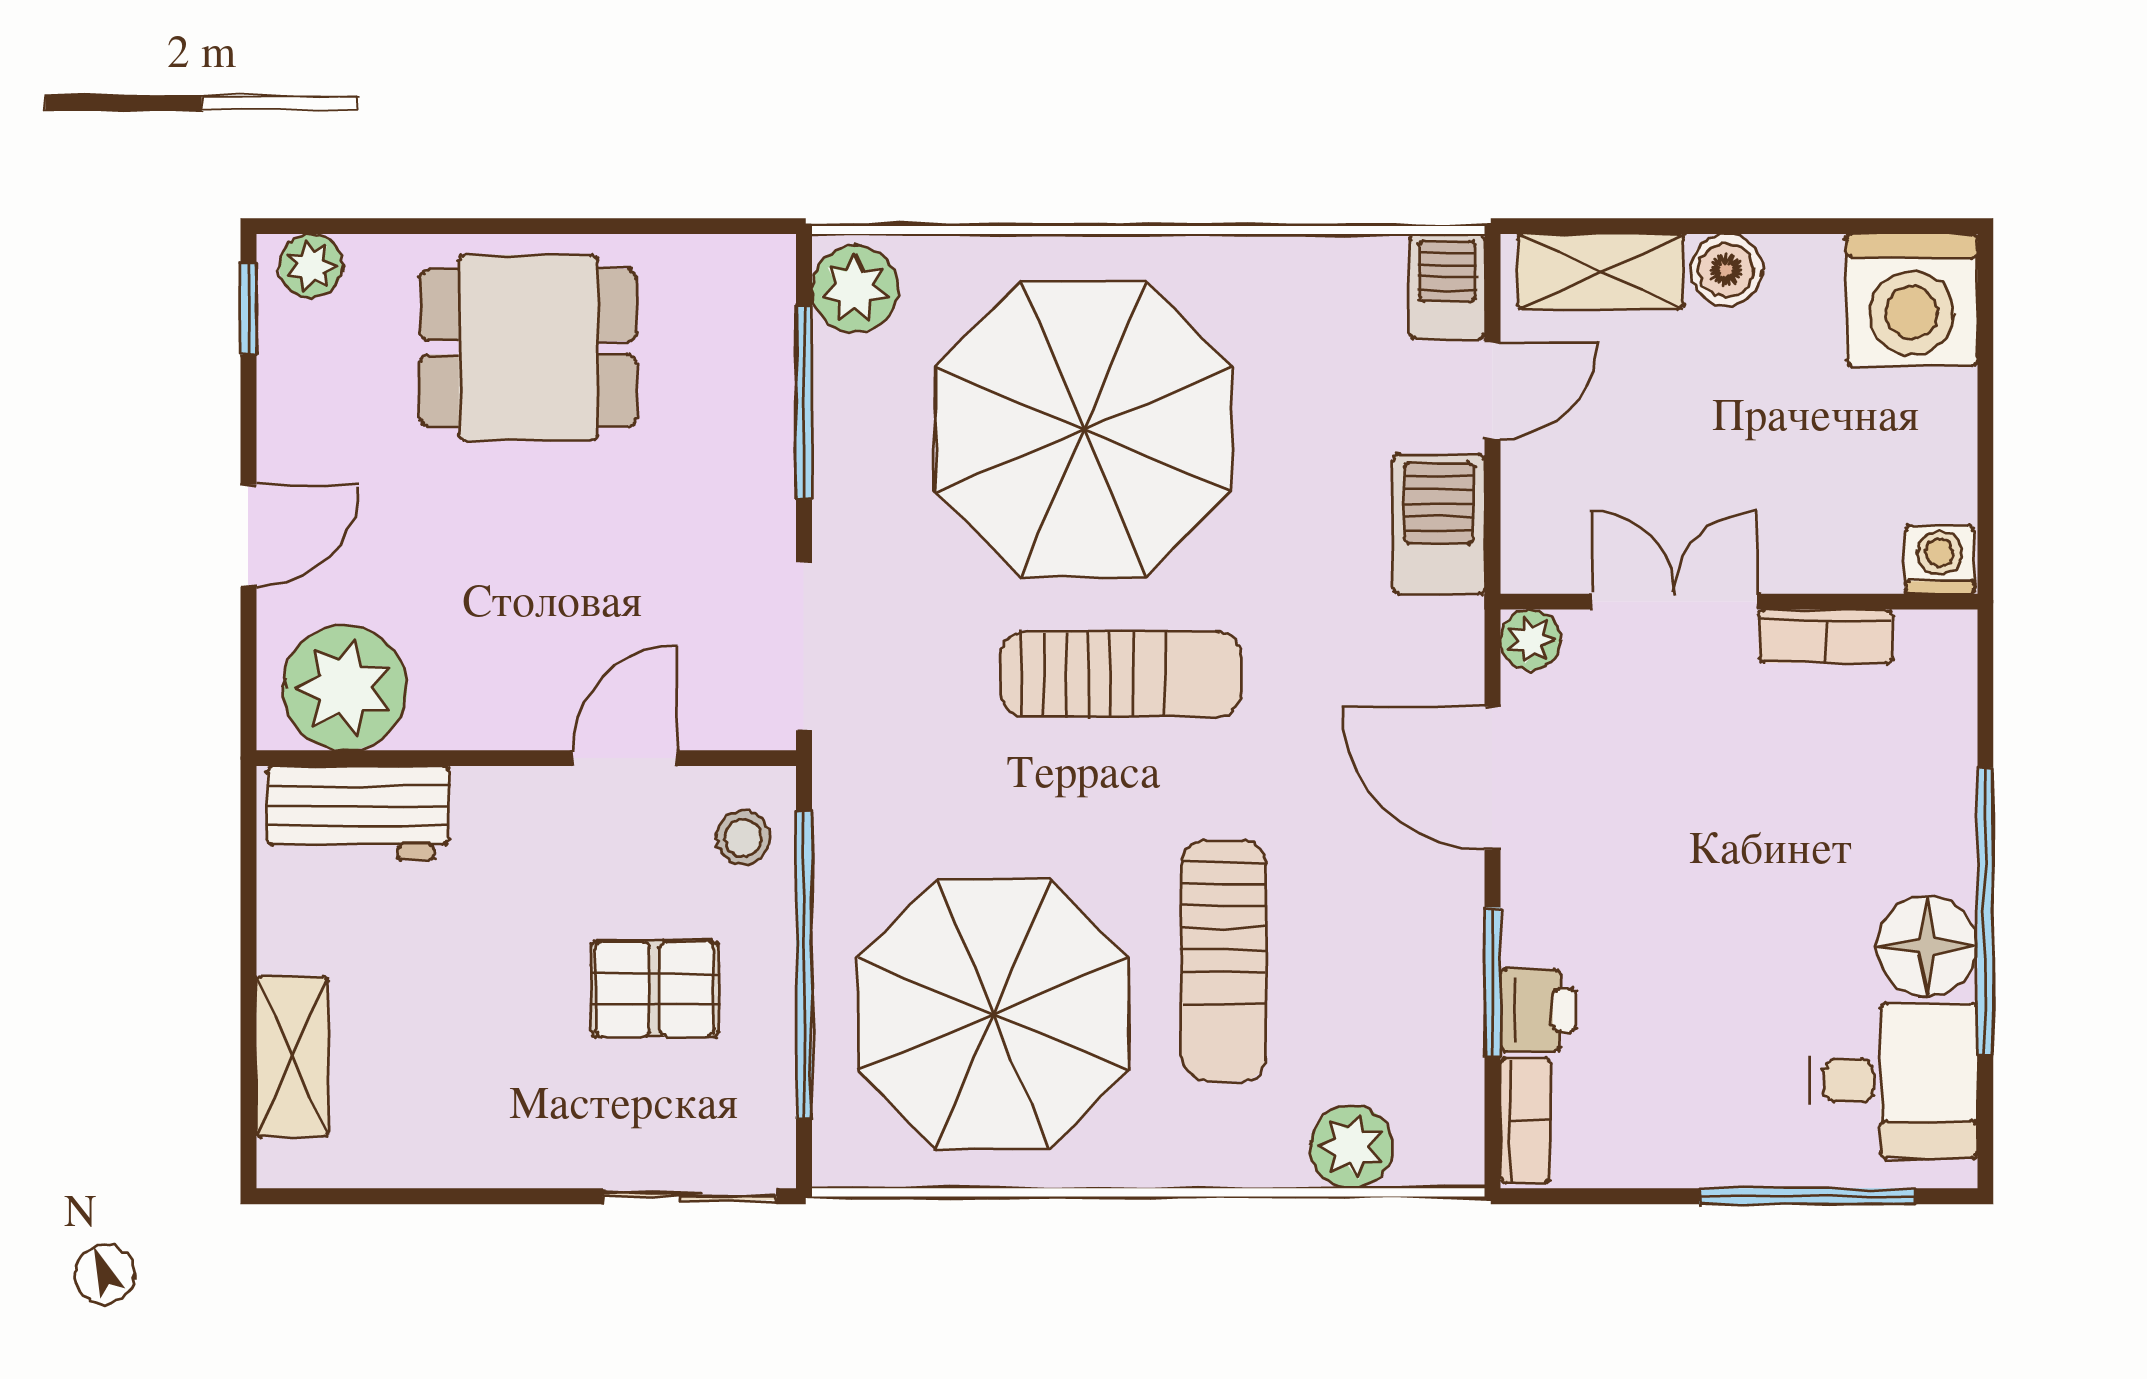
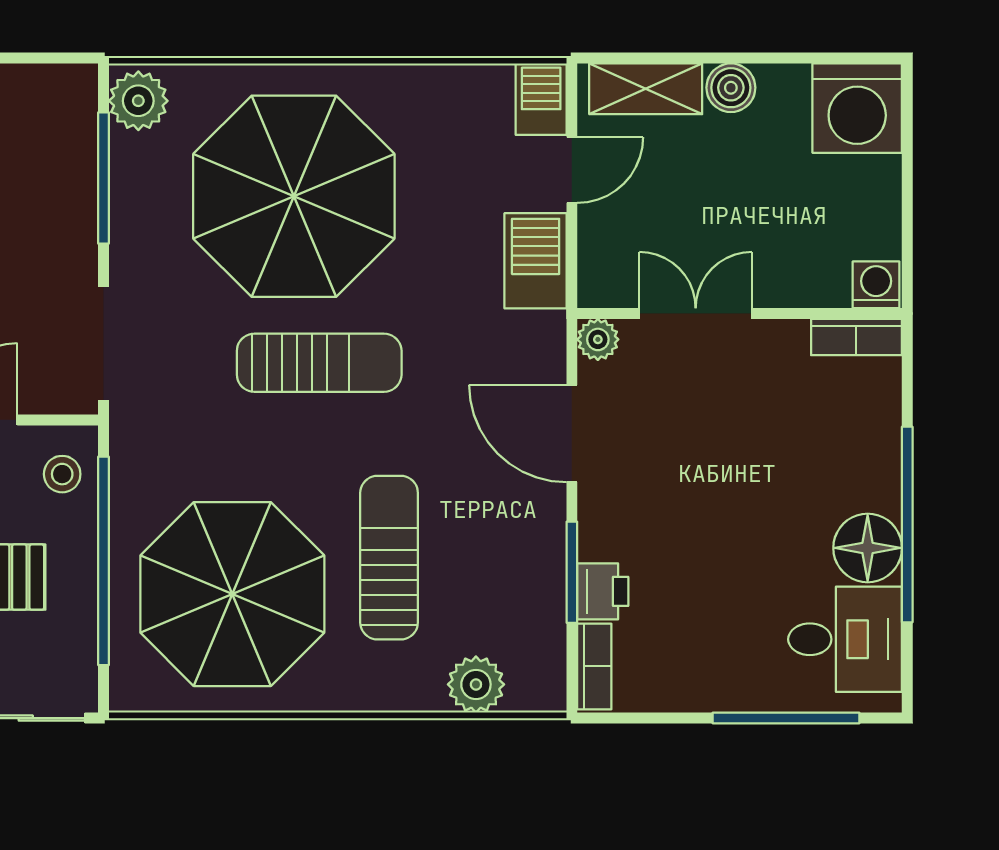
bookcase: (1826, 636) -> (856, 337), moved
sun lounger: (1224, 960) -> (389, 558), turned 180

